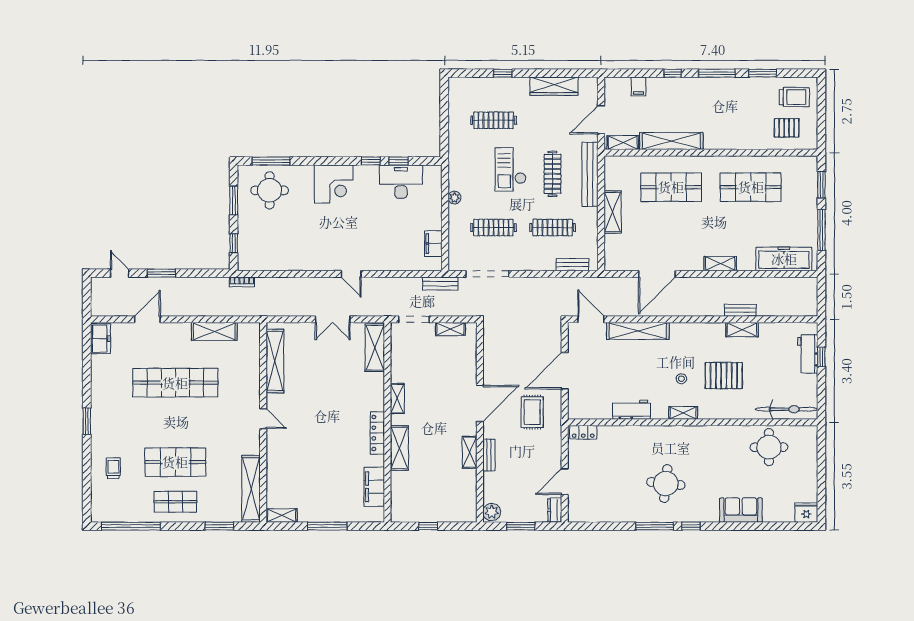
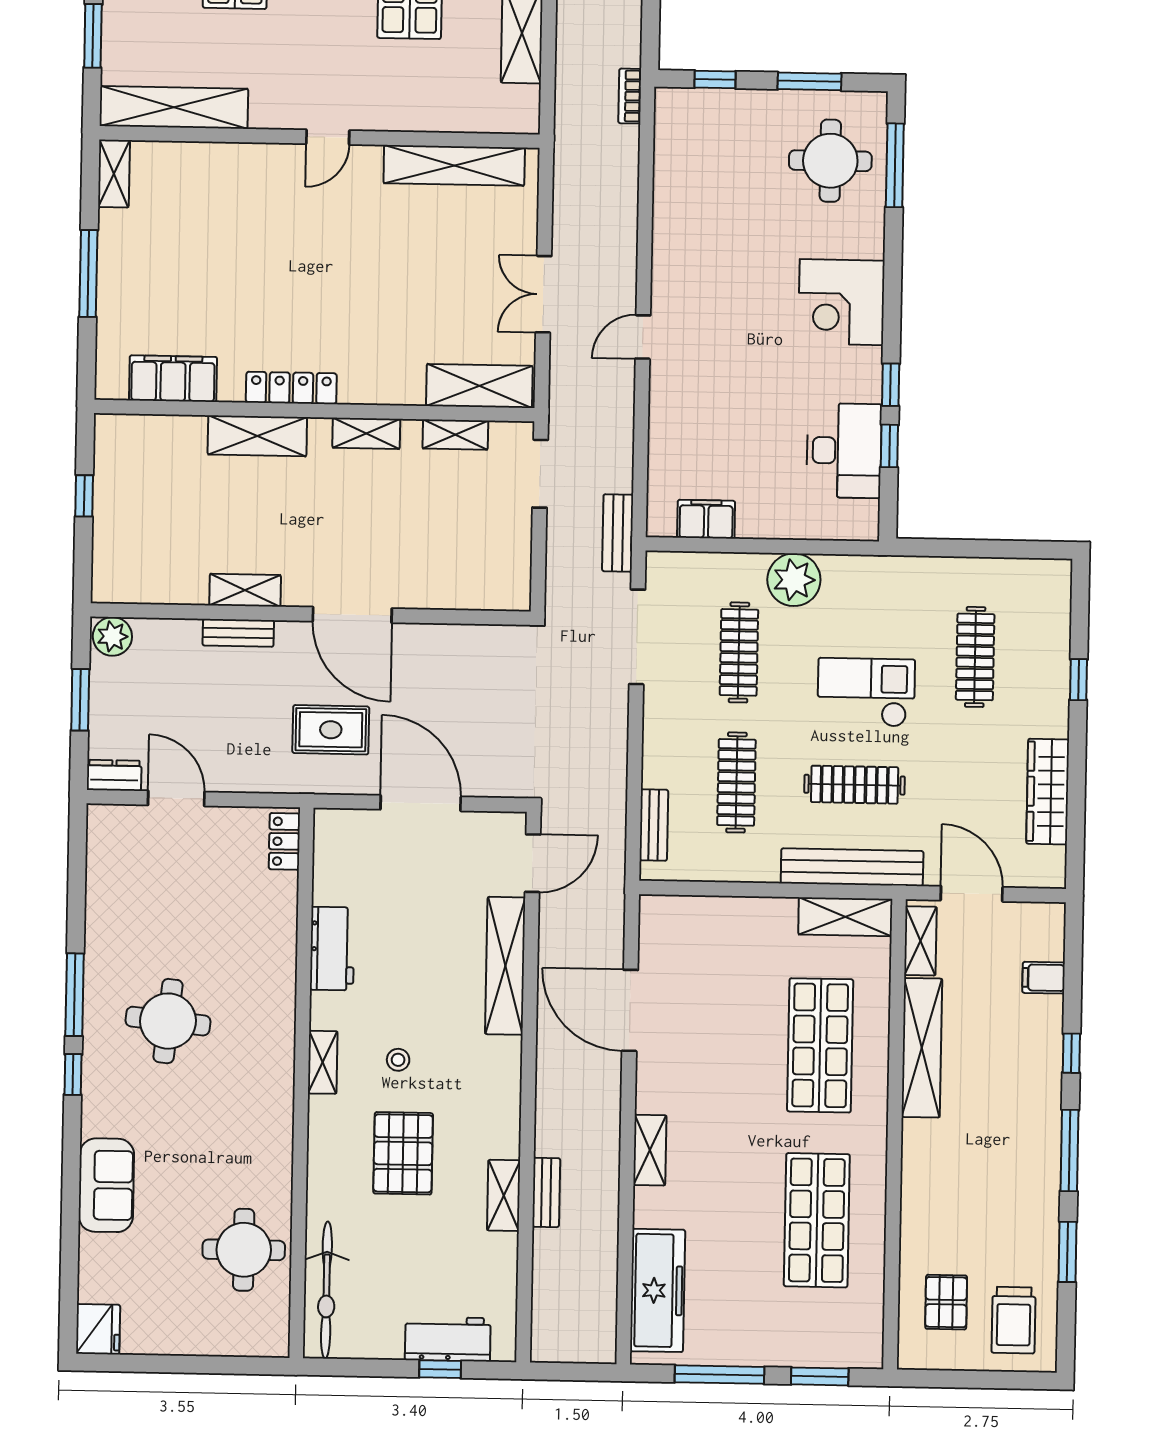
plant: (454, 198) -> (794, 580), width x1.88, depth x1.88
shelving: (613, 212) -> (845, 917), moved
shelving: (450, 329) -> (455, 435), moved, turned 90

